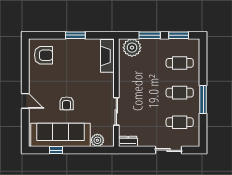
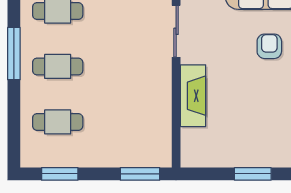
window: (150, 35) -> (140, 174), moved
plant: (132, 48) -> (147, 151), removed
fireplace: (107, 56) -> (193, 96), moved

